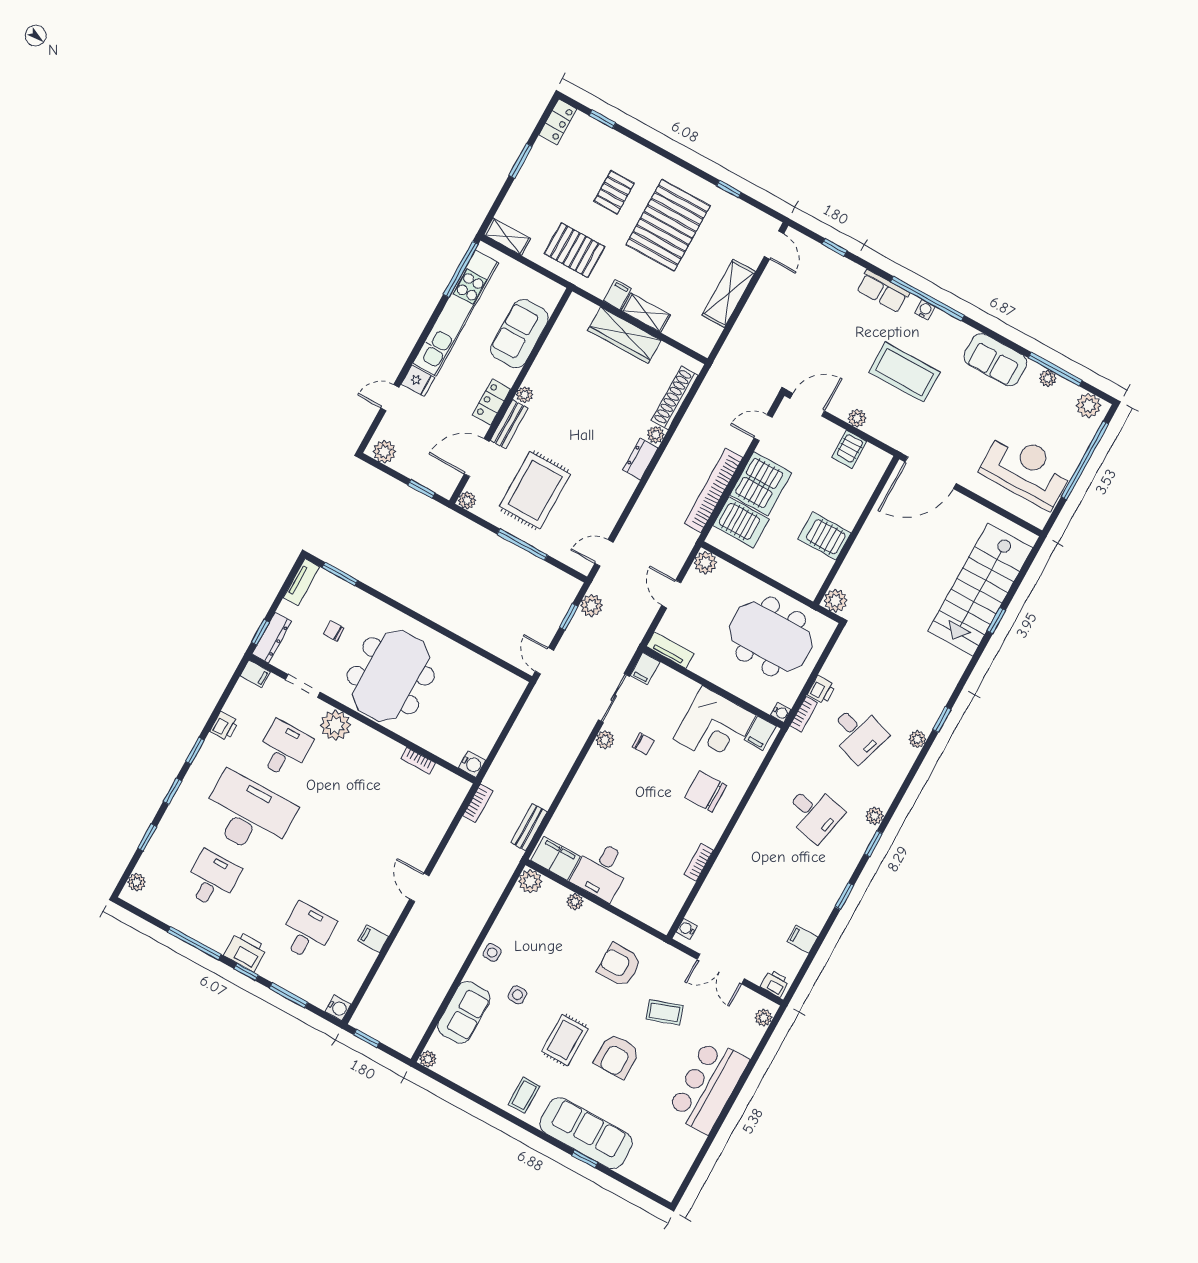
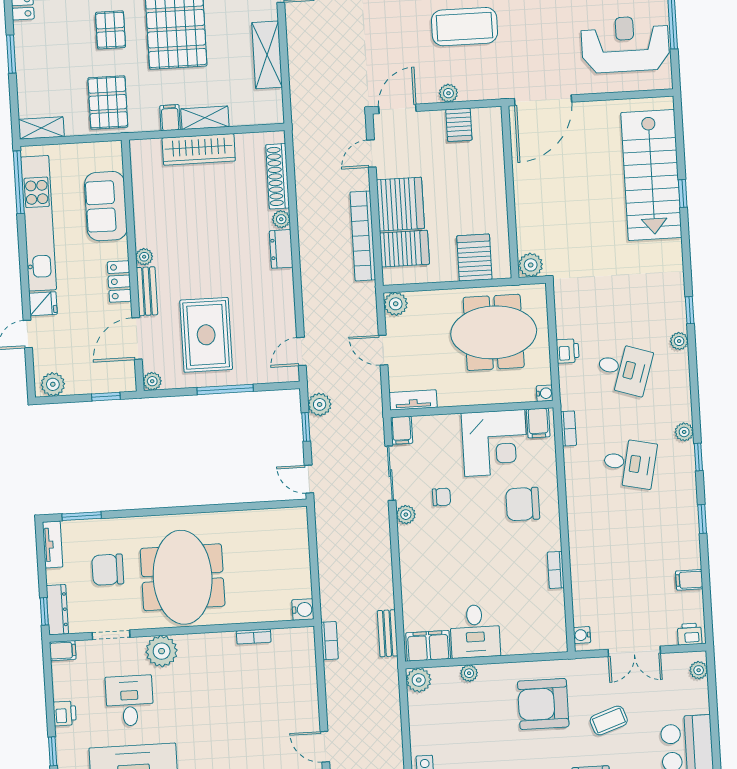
pallet: (574, 250) -> (108, 102), turned 90
server rack: (824, 536) -> (474, 258), moved, turned 90
chair: (334, 631) -> (108, 570), width x1.87, depth x1.87
bookcase: (804, 714) -> (568, 429), moved
armchair: (619, 965) -> (543, 704), width x1.36, depth x1.36

